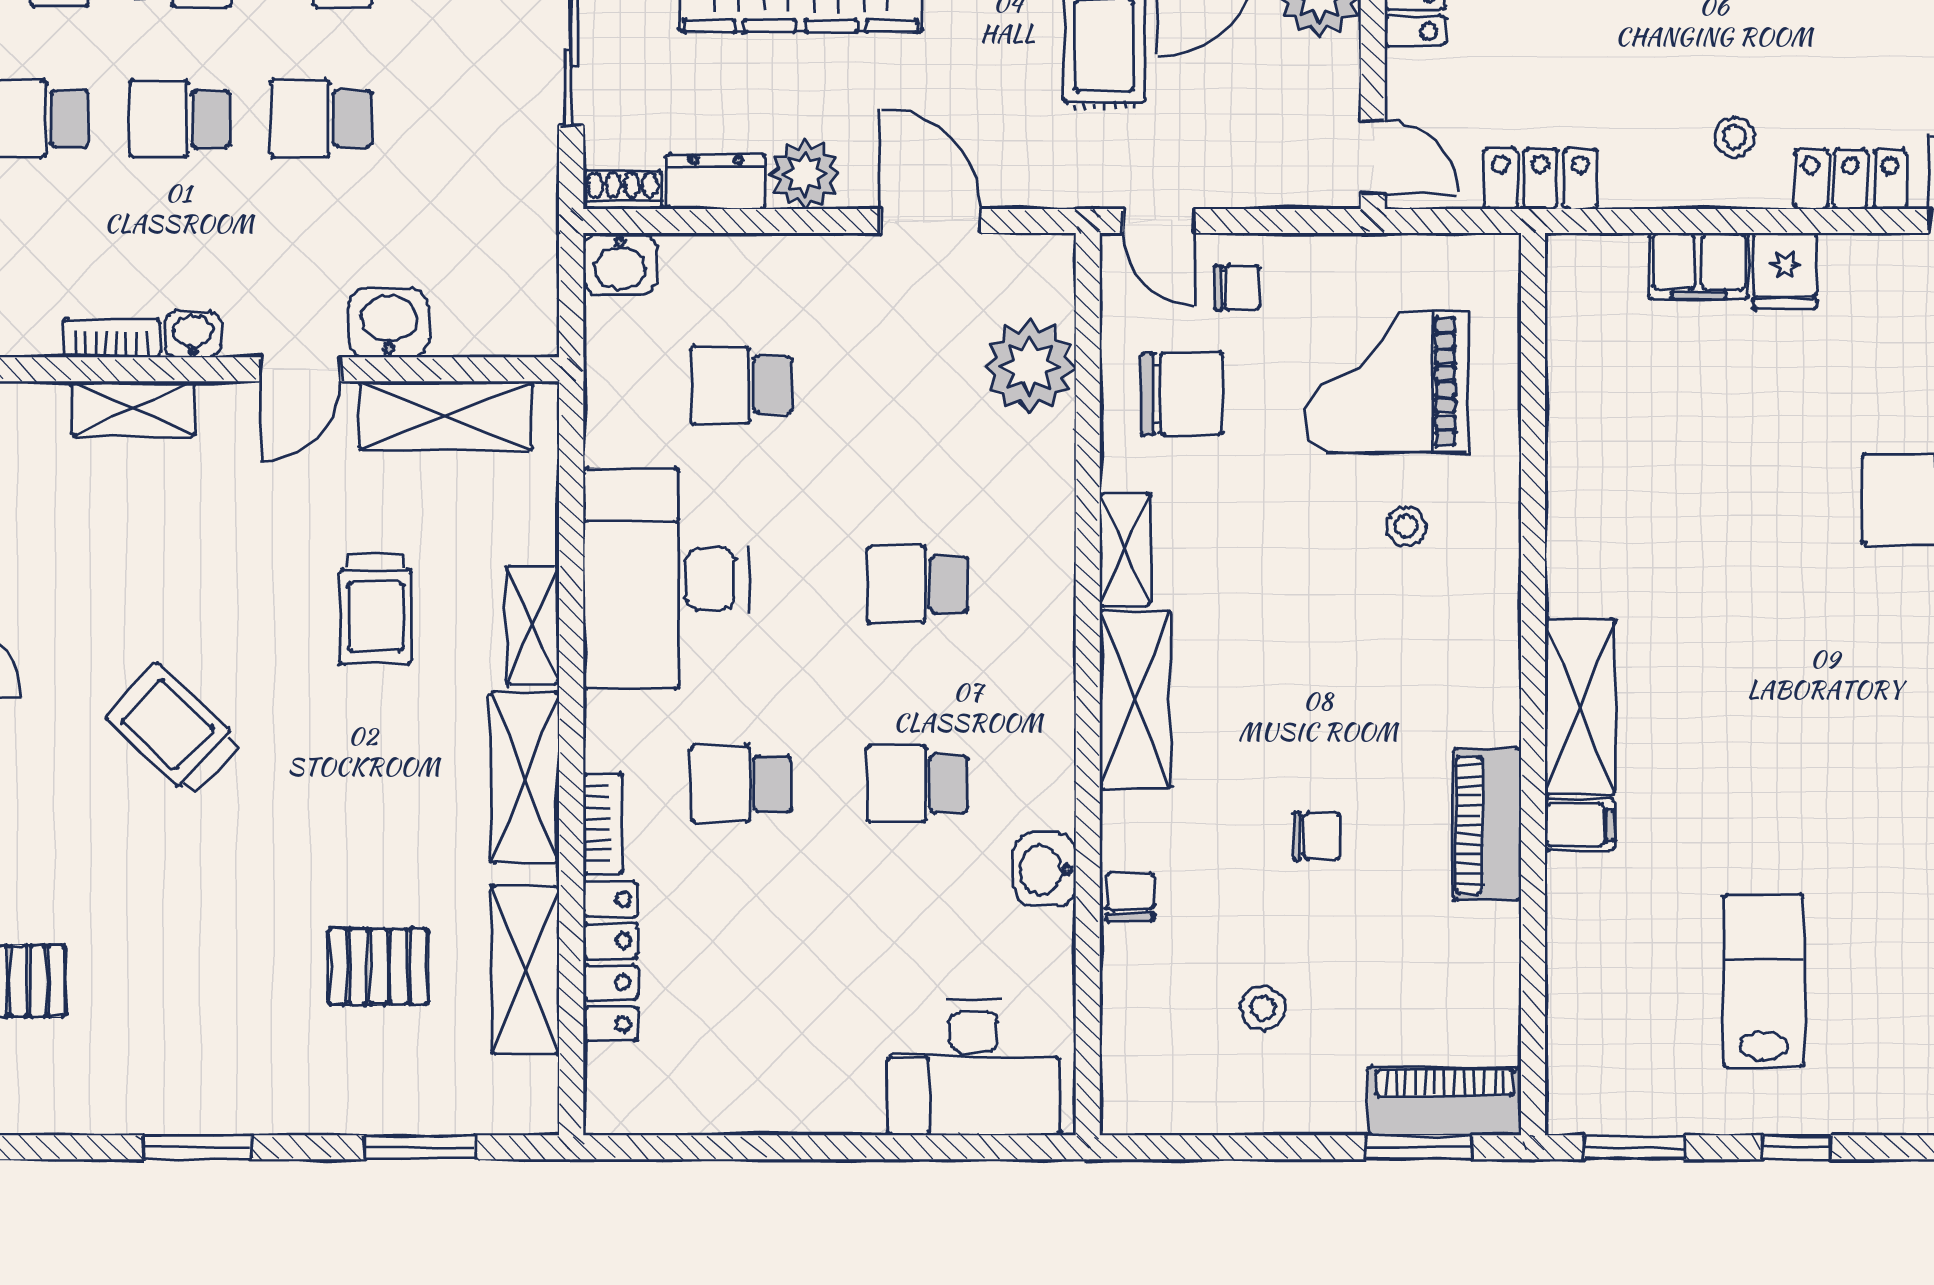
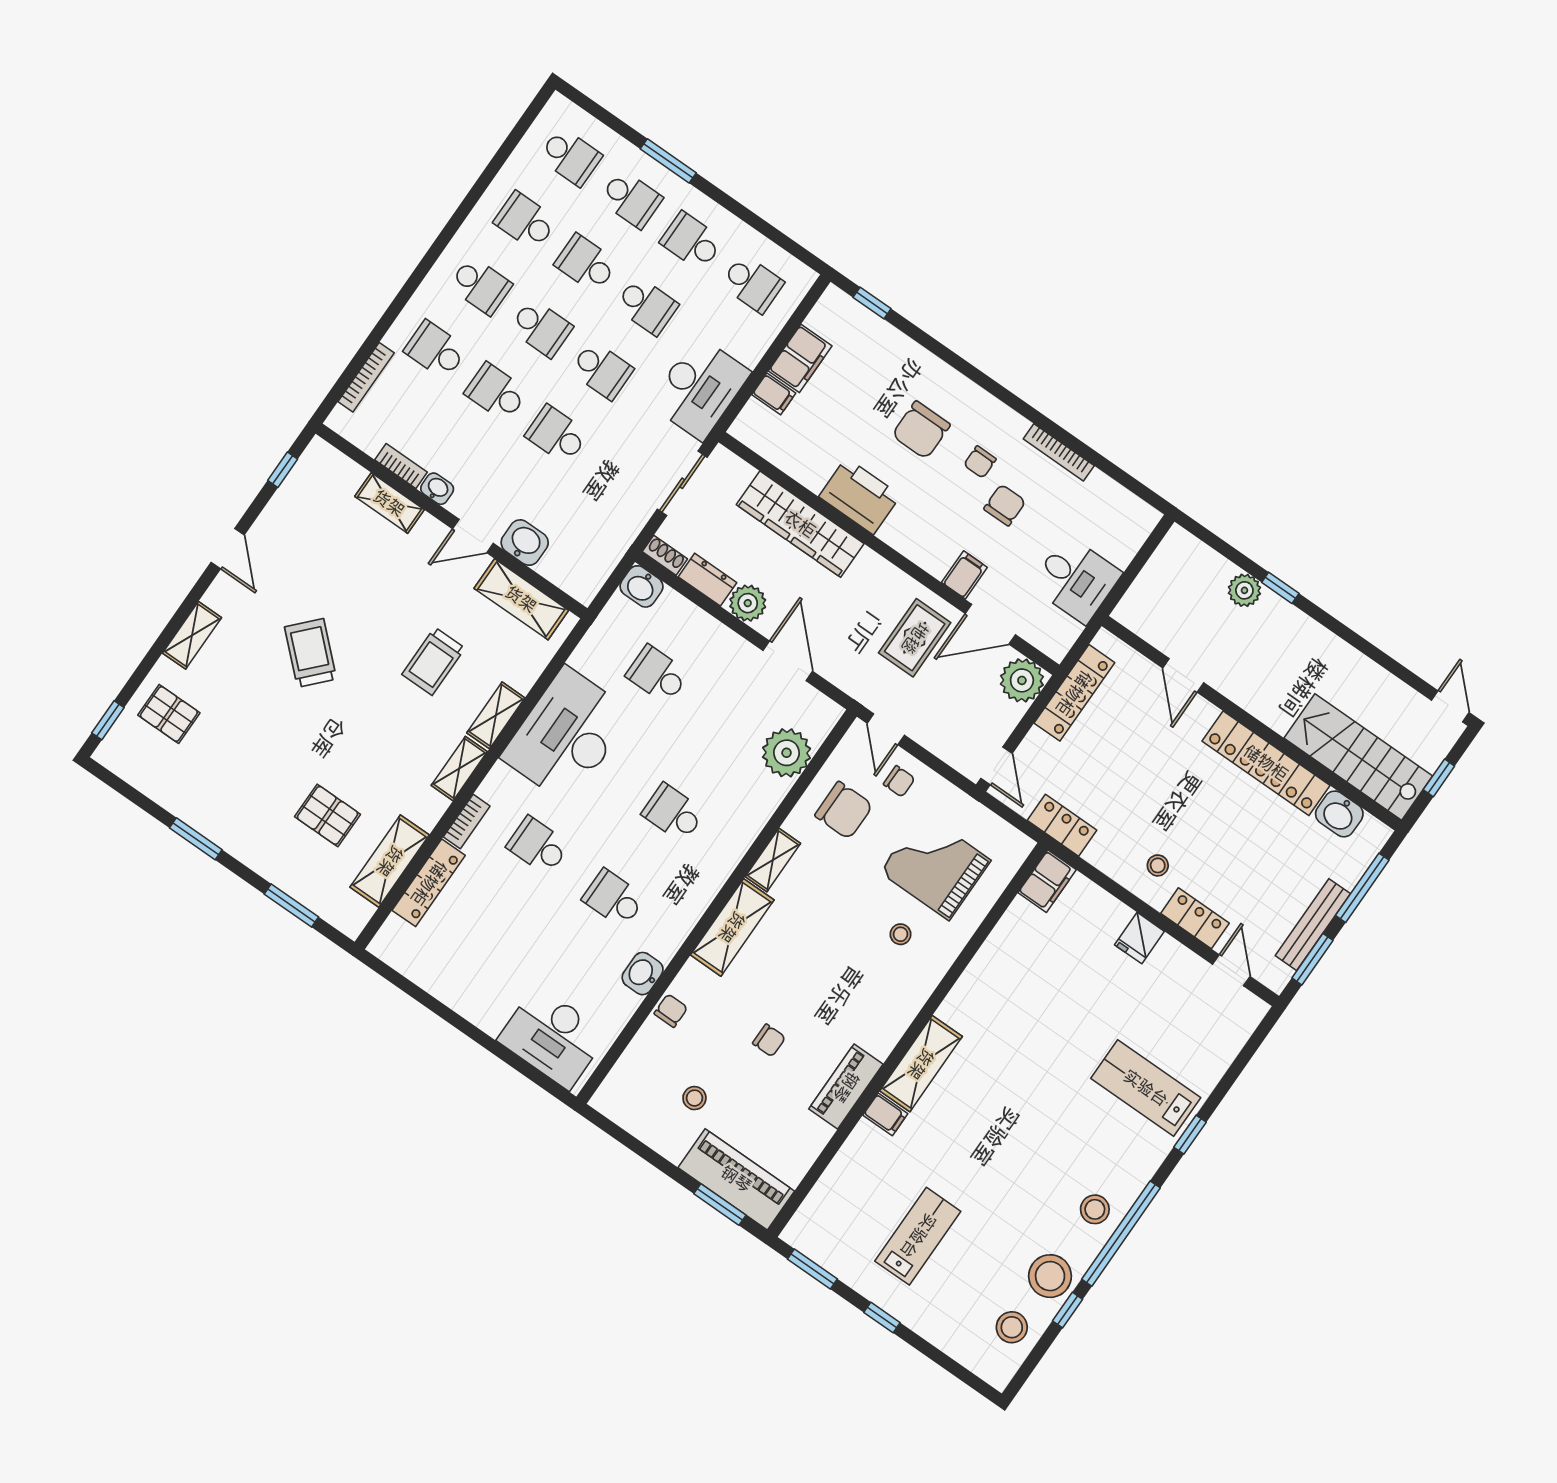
filing cabinet: (1699, 266) -> (1047, 881), moved, turned -90
shelving: (525, 777) -> (459, 769), width x0.67, depth x0.75
piano: (1445, 1101) -> (736, 1179), width x1.37, depth x1.33

